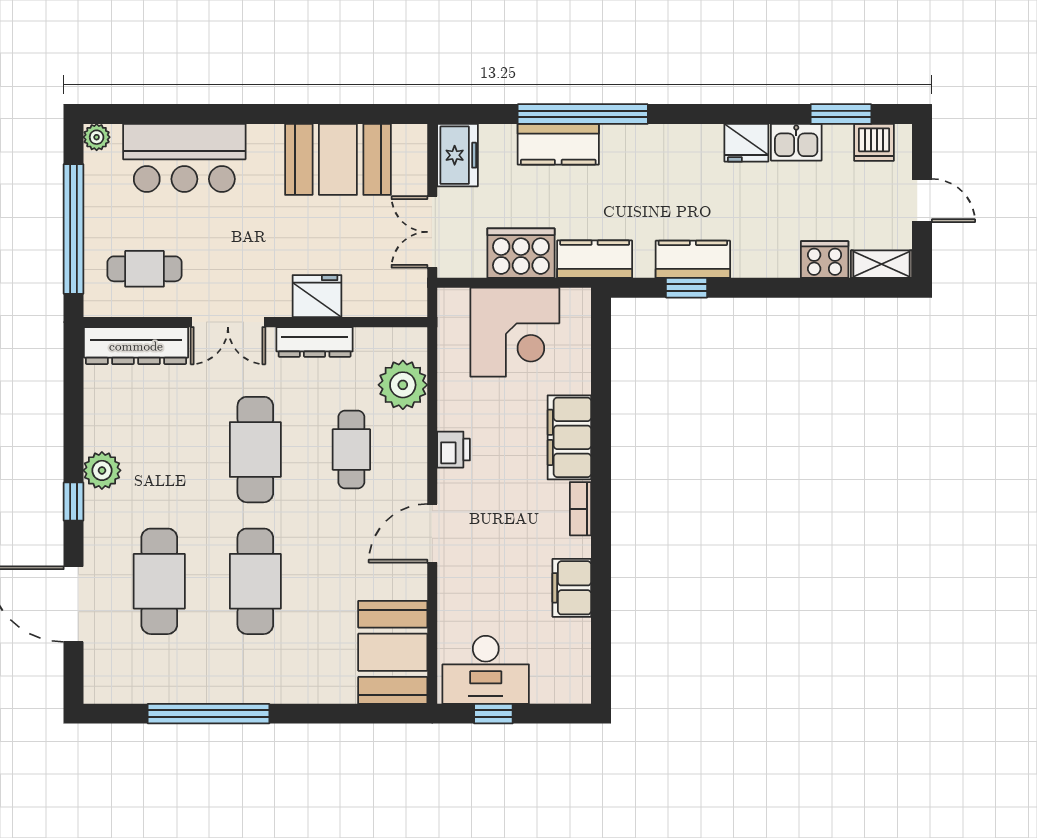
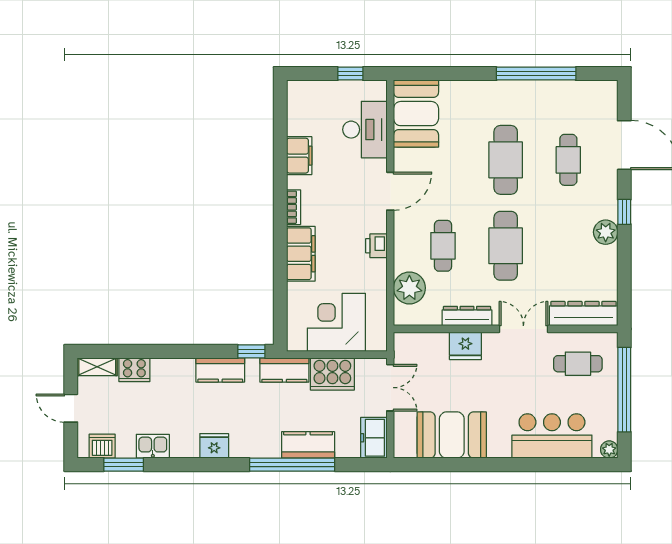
fridge: (746, 143) -> (214, 446), moved
window: (687, 288) -> (251, 351), moved
cafe table: (159, 581) -> (568, 160), width x0.73, depth x0.74
desk: (486, 670) -> (365, 130), moved, turned 90

